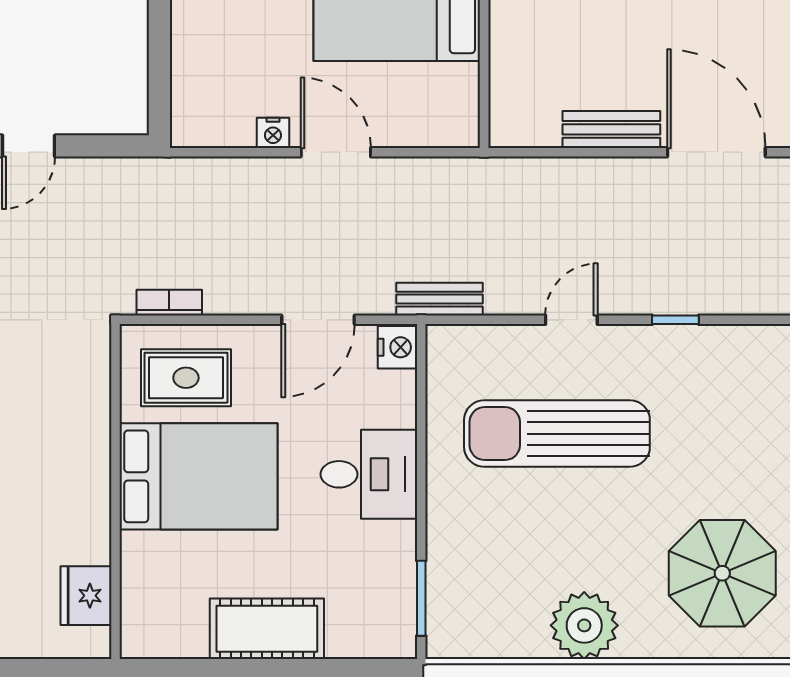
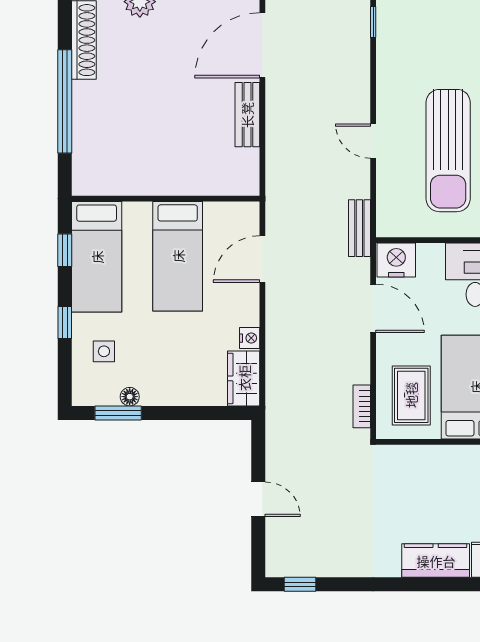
wardrobe: (212, 124) -> (244, 378), added
door: (336, 152) -> (262, 259), moved
window: (675, 320) -> (373, 22), moved
nightstand: (397, 347) -> (396, 260), width x1.36, depth x1.33

